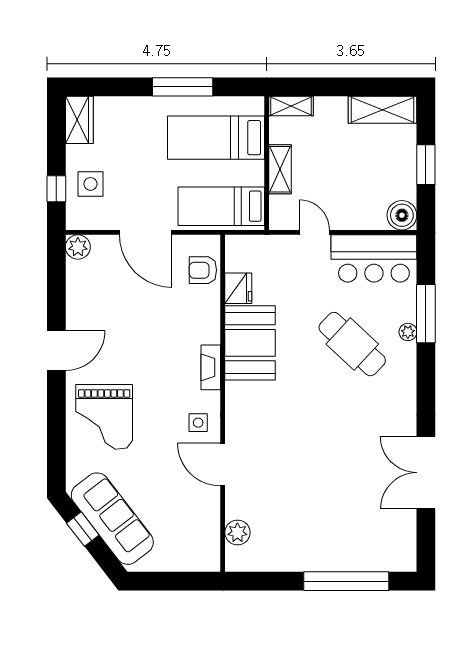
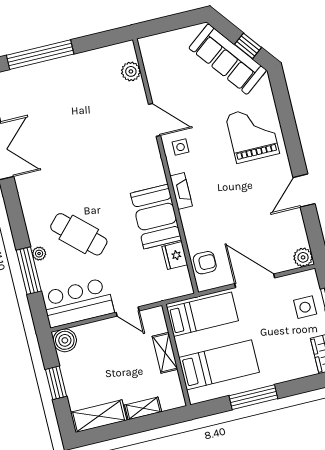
shelving: (291, 106) -> (143, 408), moved
door: (56, 351) -> (304, 191), moved

